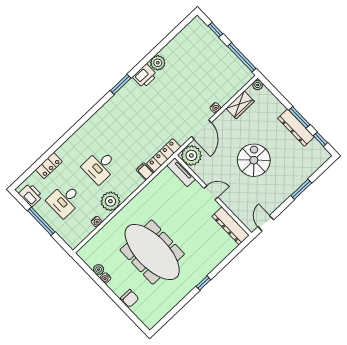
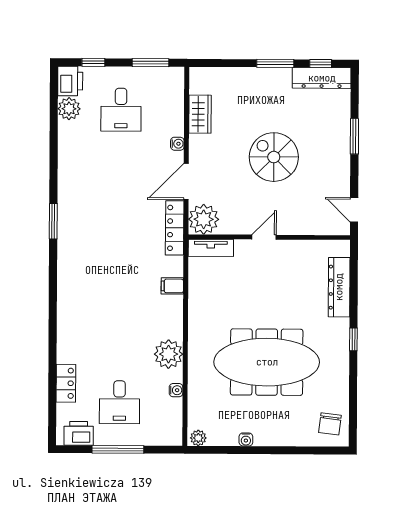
window: (242, 57) -> (151, 63), width x0.69
plant: (158, 63) -> (69, 109), moved
printer: (145, 76) -> (70, 81), moved
plant: (258, 85) -> (197, 75), removed
dresser: (296, 128) -> (322, 78), moved
door: (201, 130) -> (186, 182), swing flipped
locker: (164, 155) -> (175, 228), moved
desk: (100, 166) -> (121, 110), moved
dresser: (231, 226) -> (339, 287), moved, turned 90
plant: (99, 270) -> (198, 438), moved
chair: (130, 298) -> (330, 424), moved, turned 97

